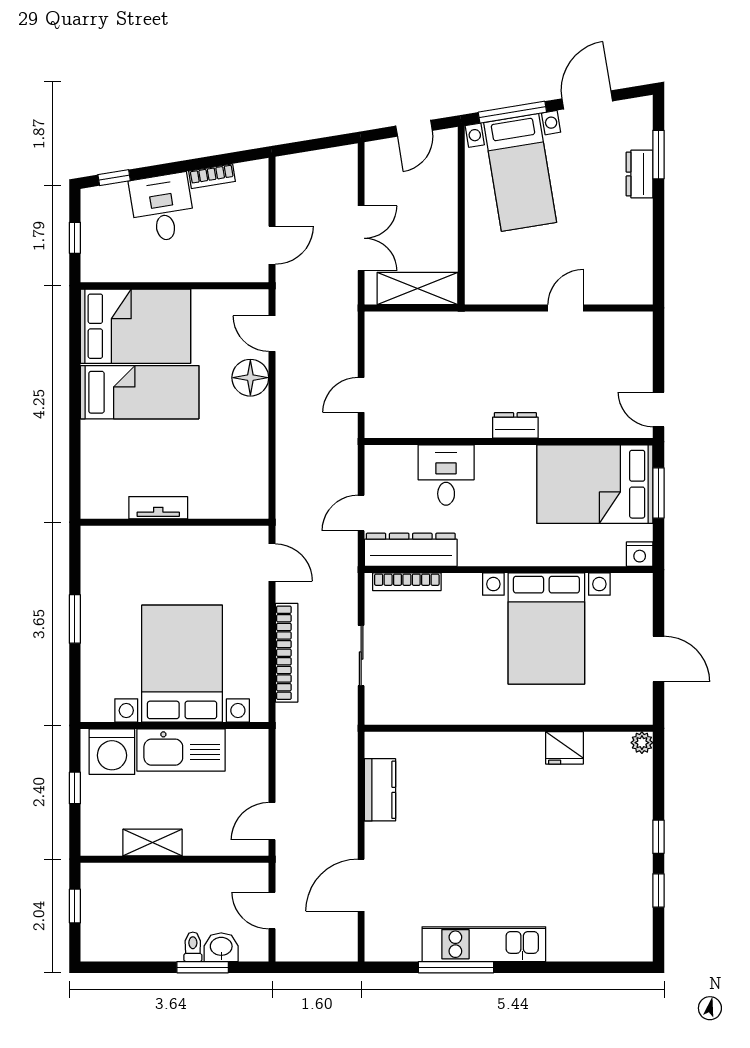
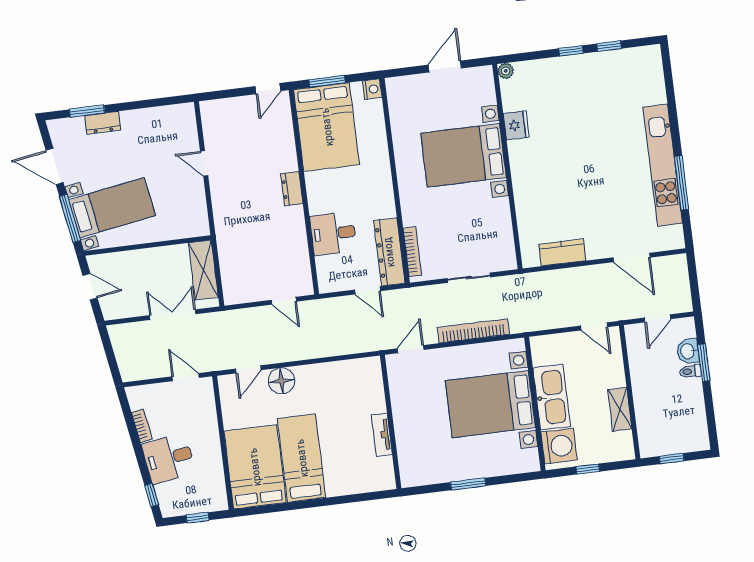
bed with nightstands: (546, 628) -> (464, 155), moved, turned 180
kitchen unit: (484, 944) -> (663, 165), width x1.36

